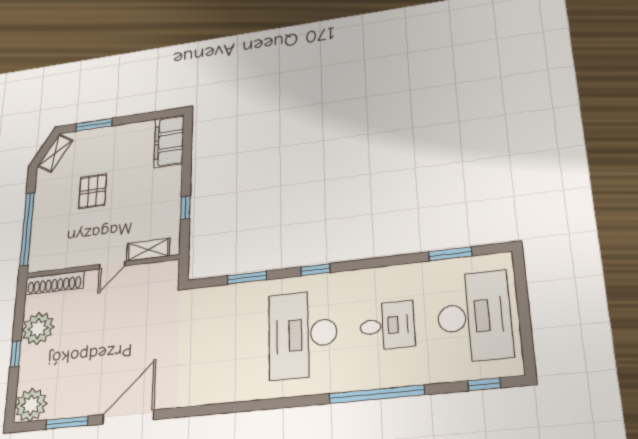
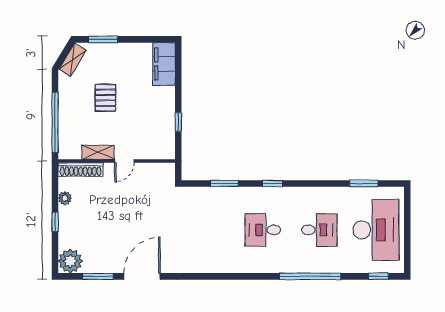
shelving: (148, 250) -> (98, 152), moved
plant: (38, 328) -> (65, 198), width x0.53, depth x0.53
desk: (303, 334) -> (263, 230), width x0.53, depth x0.77

